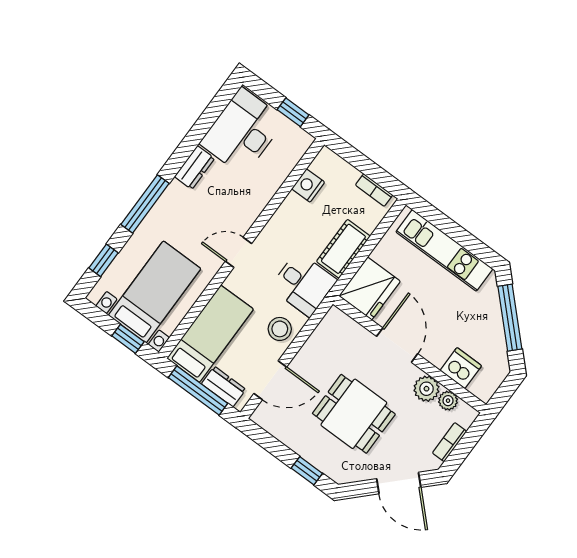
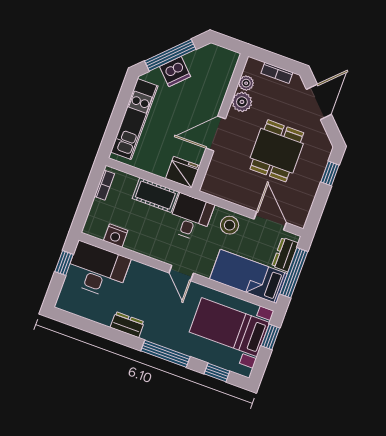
desk: (243, 132) -> (97, 270), moved, turned 180
fridge: (370, 289) -> (183, 172), width x0.73, depth x0.75
dishwasher: (461, 368) -> (175, 72), moved, turned -135

